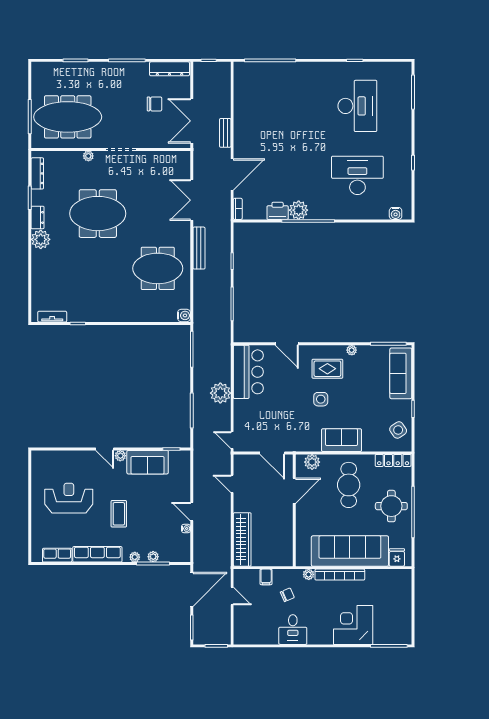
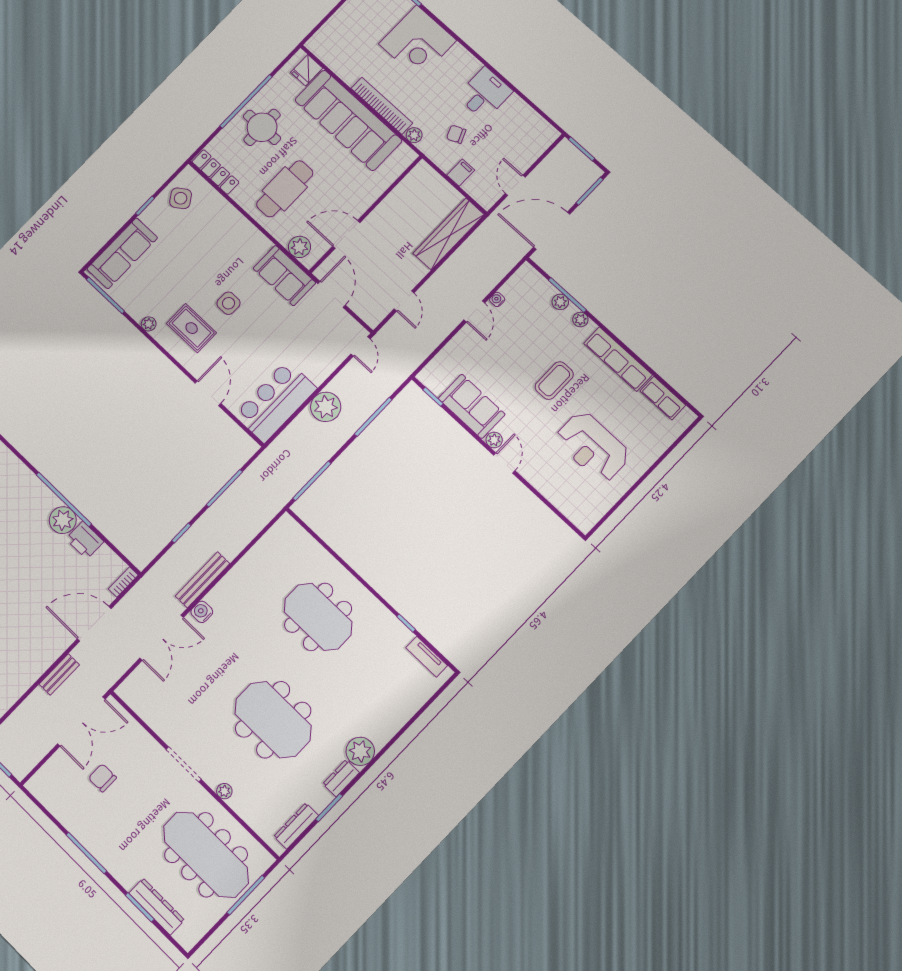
dresser: (170, 69) -> (157, 907), moved
meeting table: (158, 268) -> (318, 617), moved
water cooler: (184, 315) -> (202, 612), moved
sofa: (342, 440) -> (284, 276), moved

